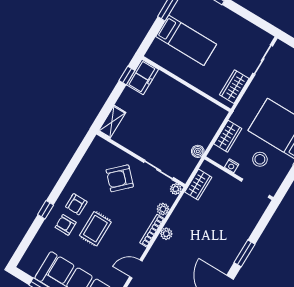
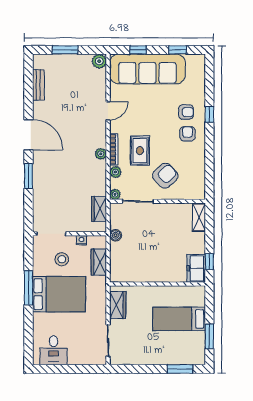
rug: (95, 229) -> (140, 151), moved

